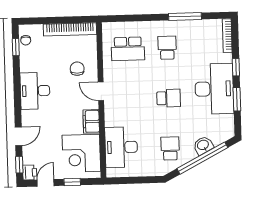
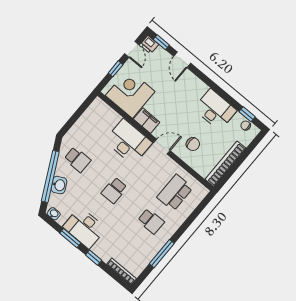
desk: (214, 89) -> (84, 228), width x0.73, depth x0.77
desk: (35, 91) -> (215, 110), moved
washbasin: (229, 129) -> (54, 214), added
desk: (121, 147) -> (128, 142), moved

